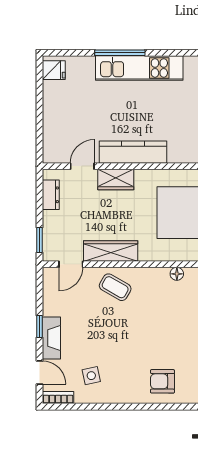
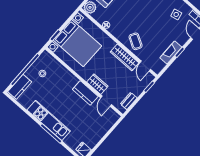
kitchen counter: (133, 152) -> (85, 93), width x0.67
door: (82, 166) -> (106, 101), hinge flipped
door: (71, 264) -> (145, 66), swing flipped
fireplace: (51, 338) -> (171, 52), moved

